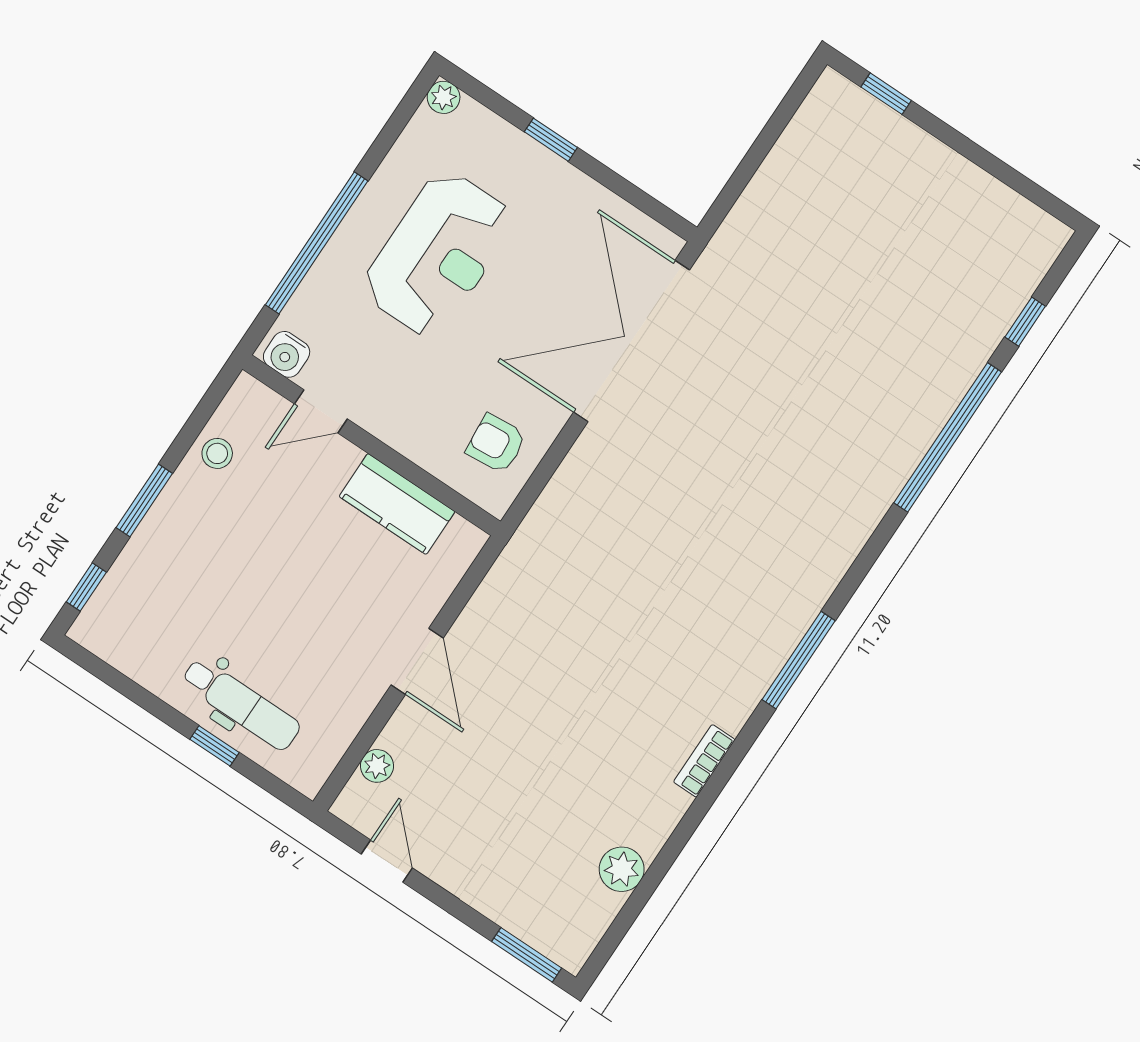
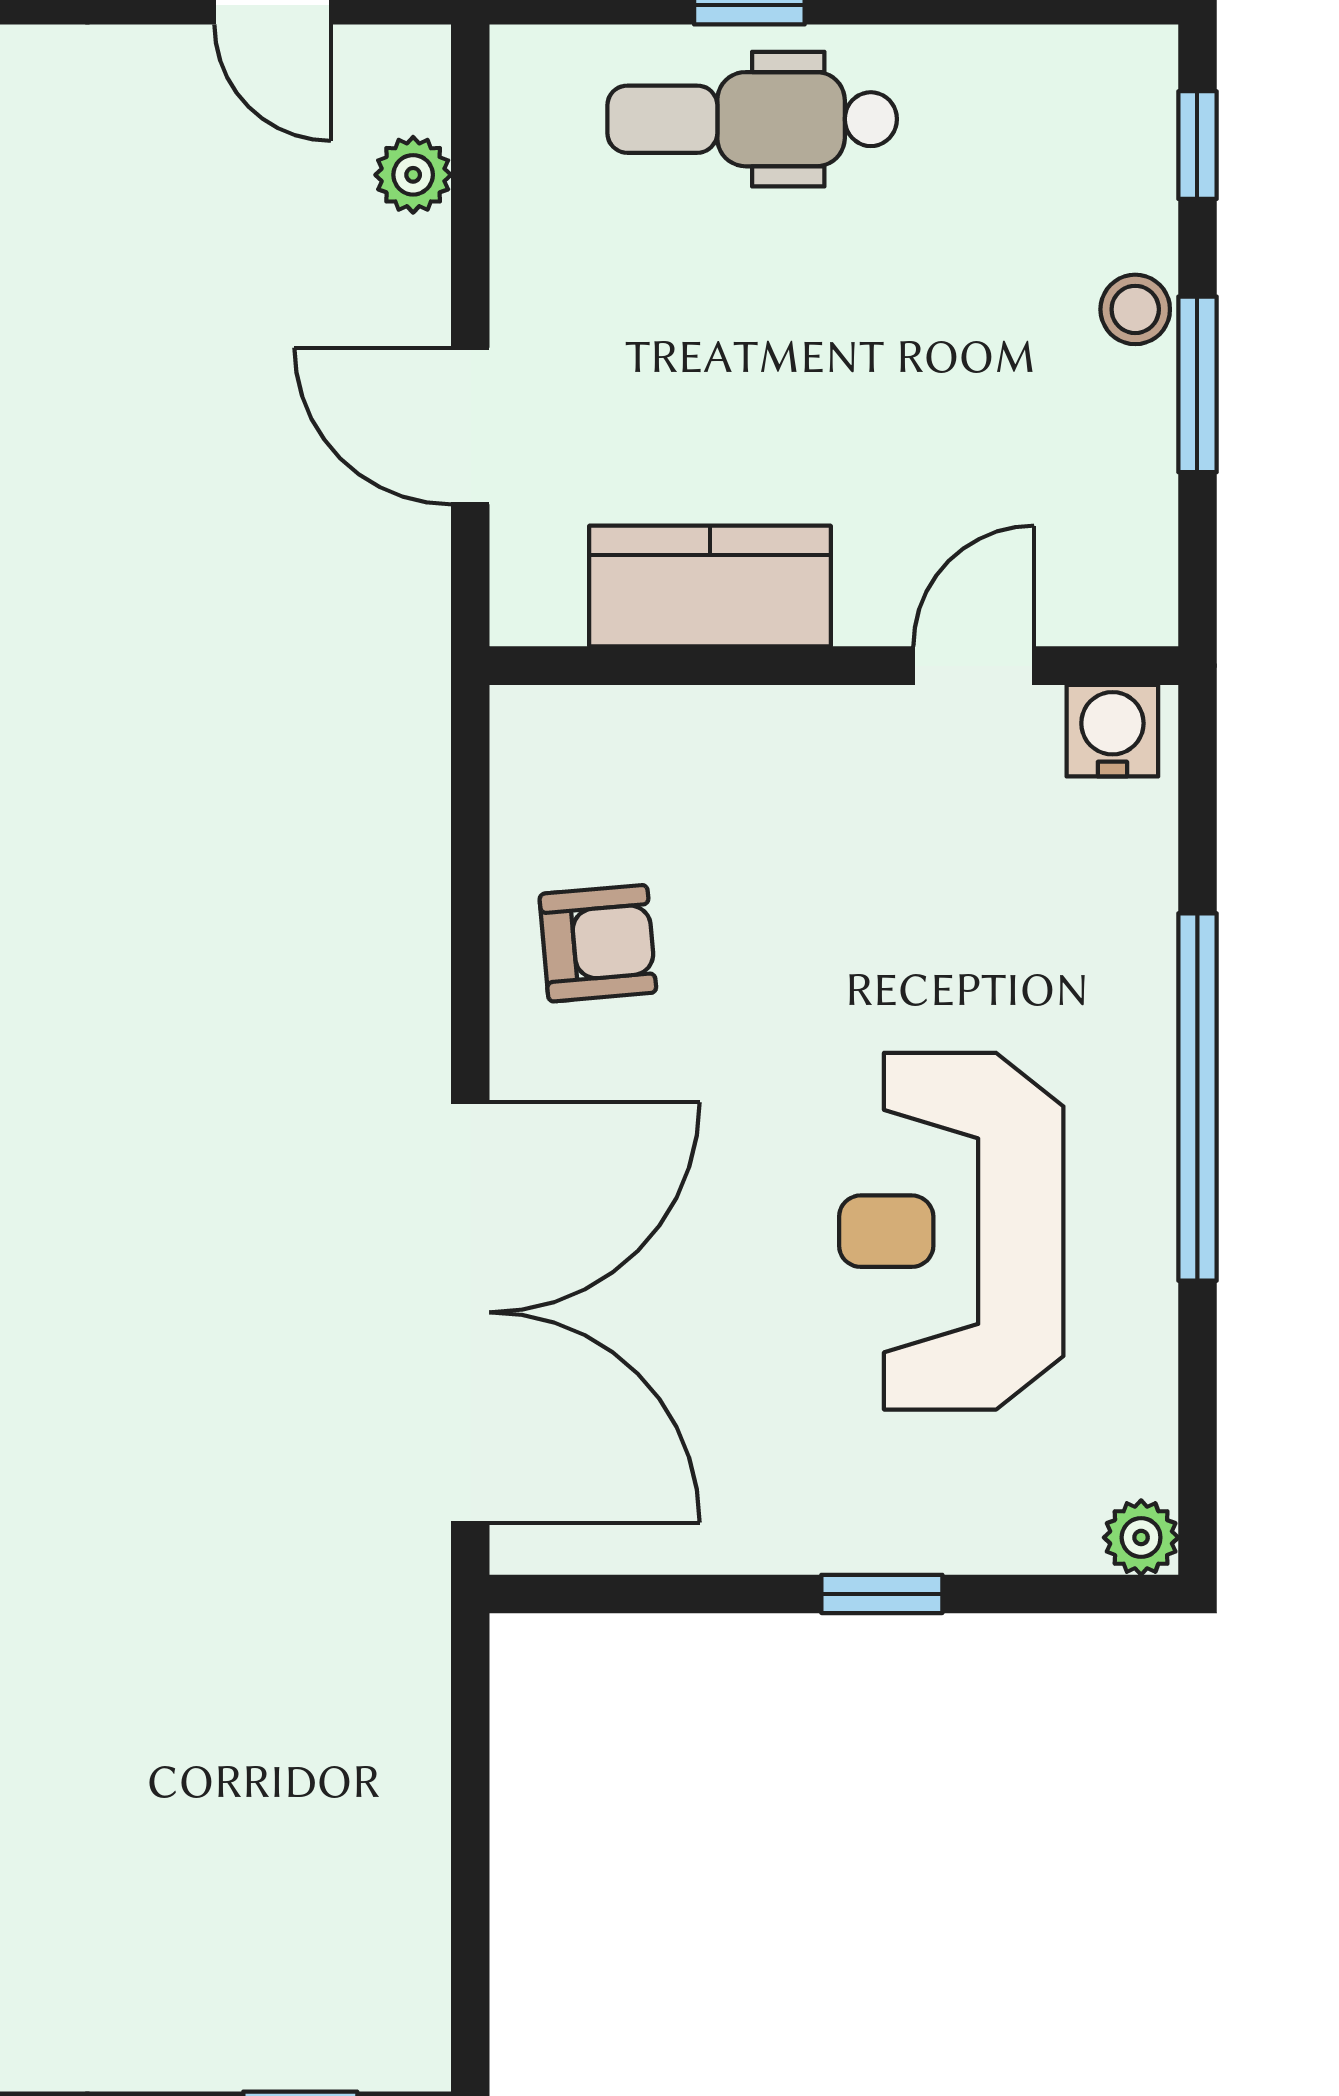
water cooler: (287, 354) -> (1112, 731), moved
door: (321, 411) -> (974, 666), moved
wall: (371, 445) -> (834, 666), moved
stool: (217, 453) -> (1135, 309), moved
kitchen counter: (397, 504) -> (710, 586), moved

